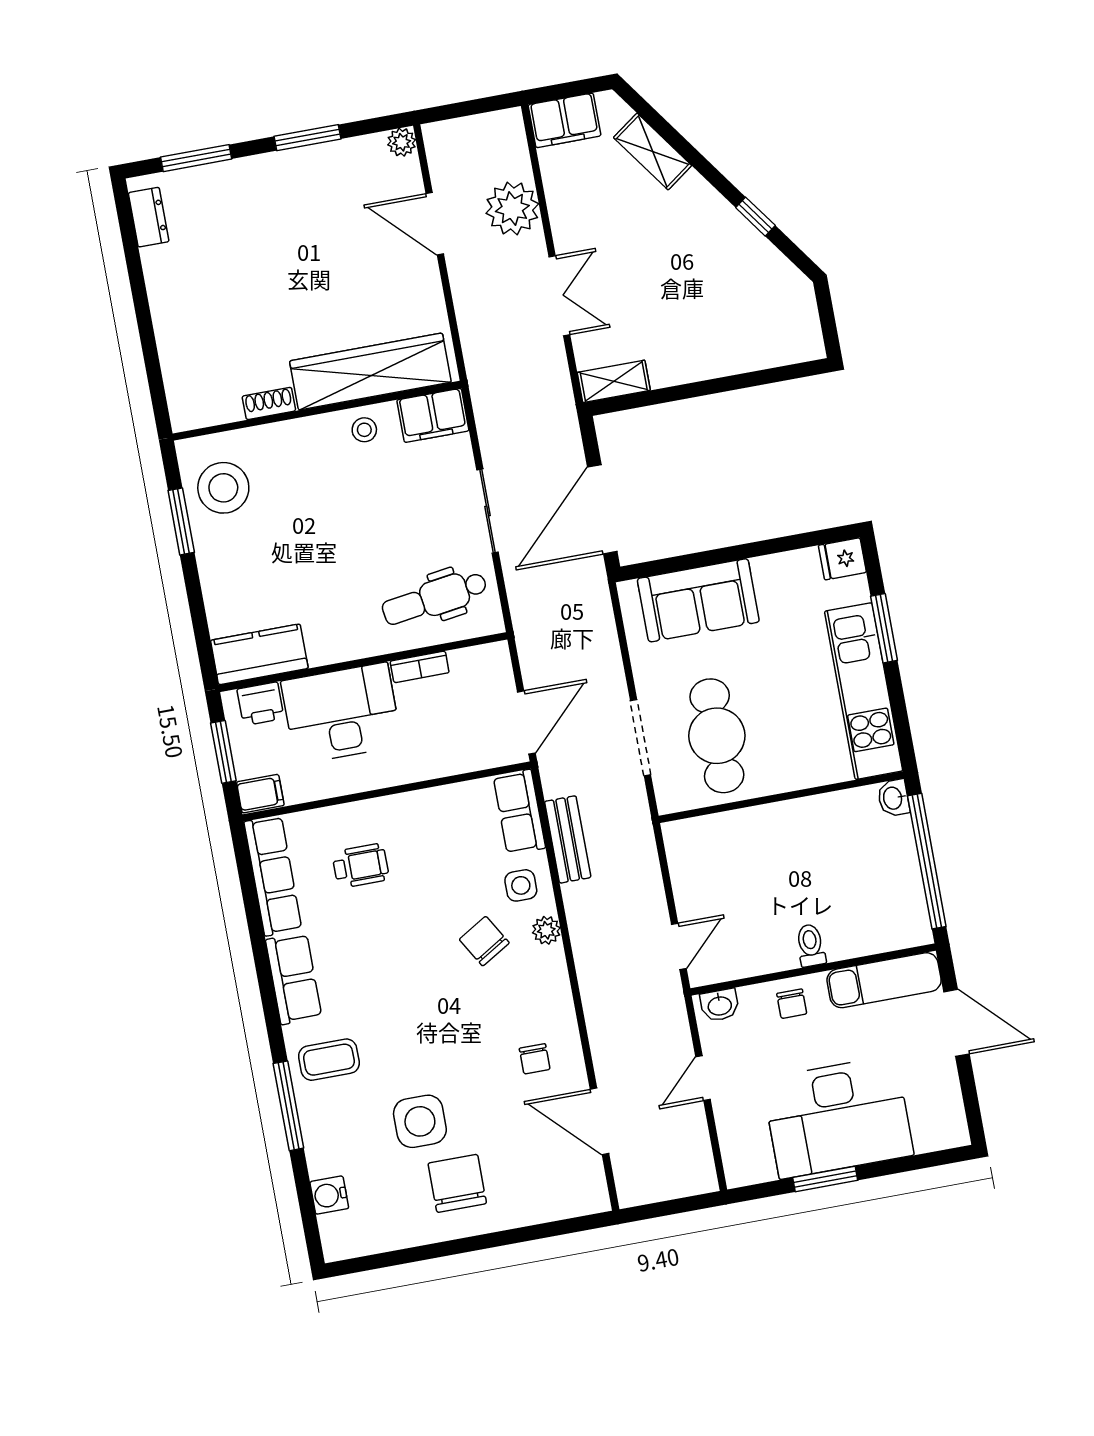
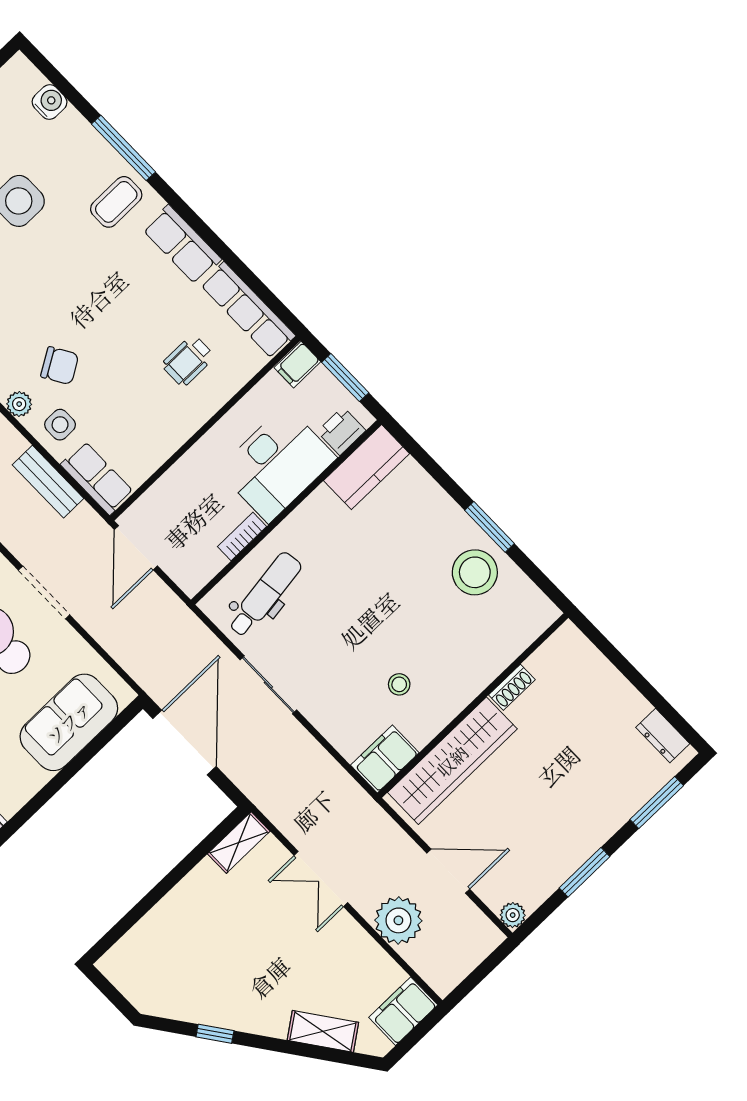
wardrobe: (370, 372) -> (452, 761), moved
shoe rack: (269, 403) -> (512, 687), moved
wall: (317, 411) -> (473, 705), moved
filing cabinet: (433, 415) -> (385, 759), moved

